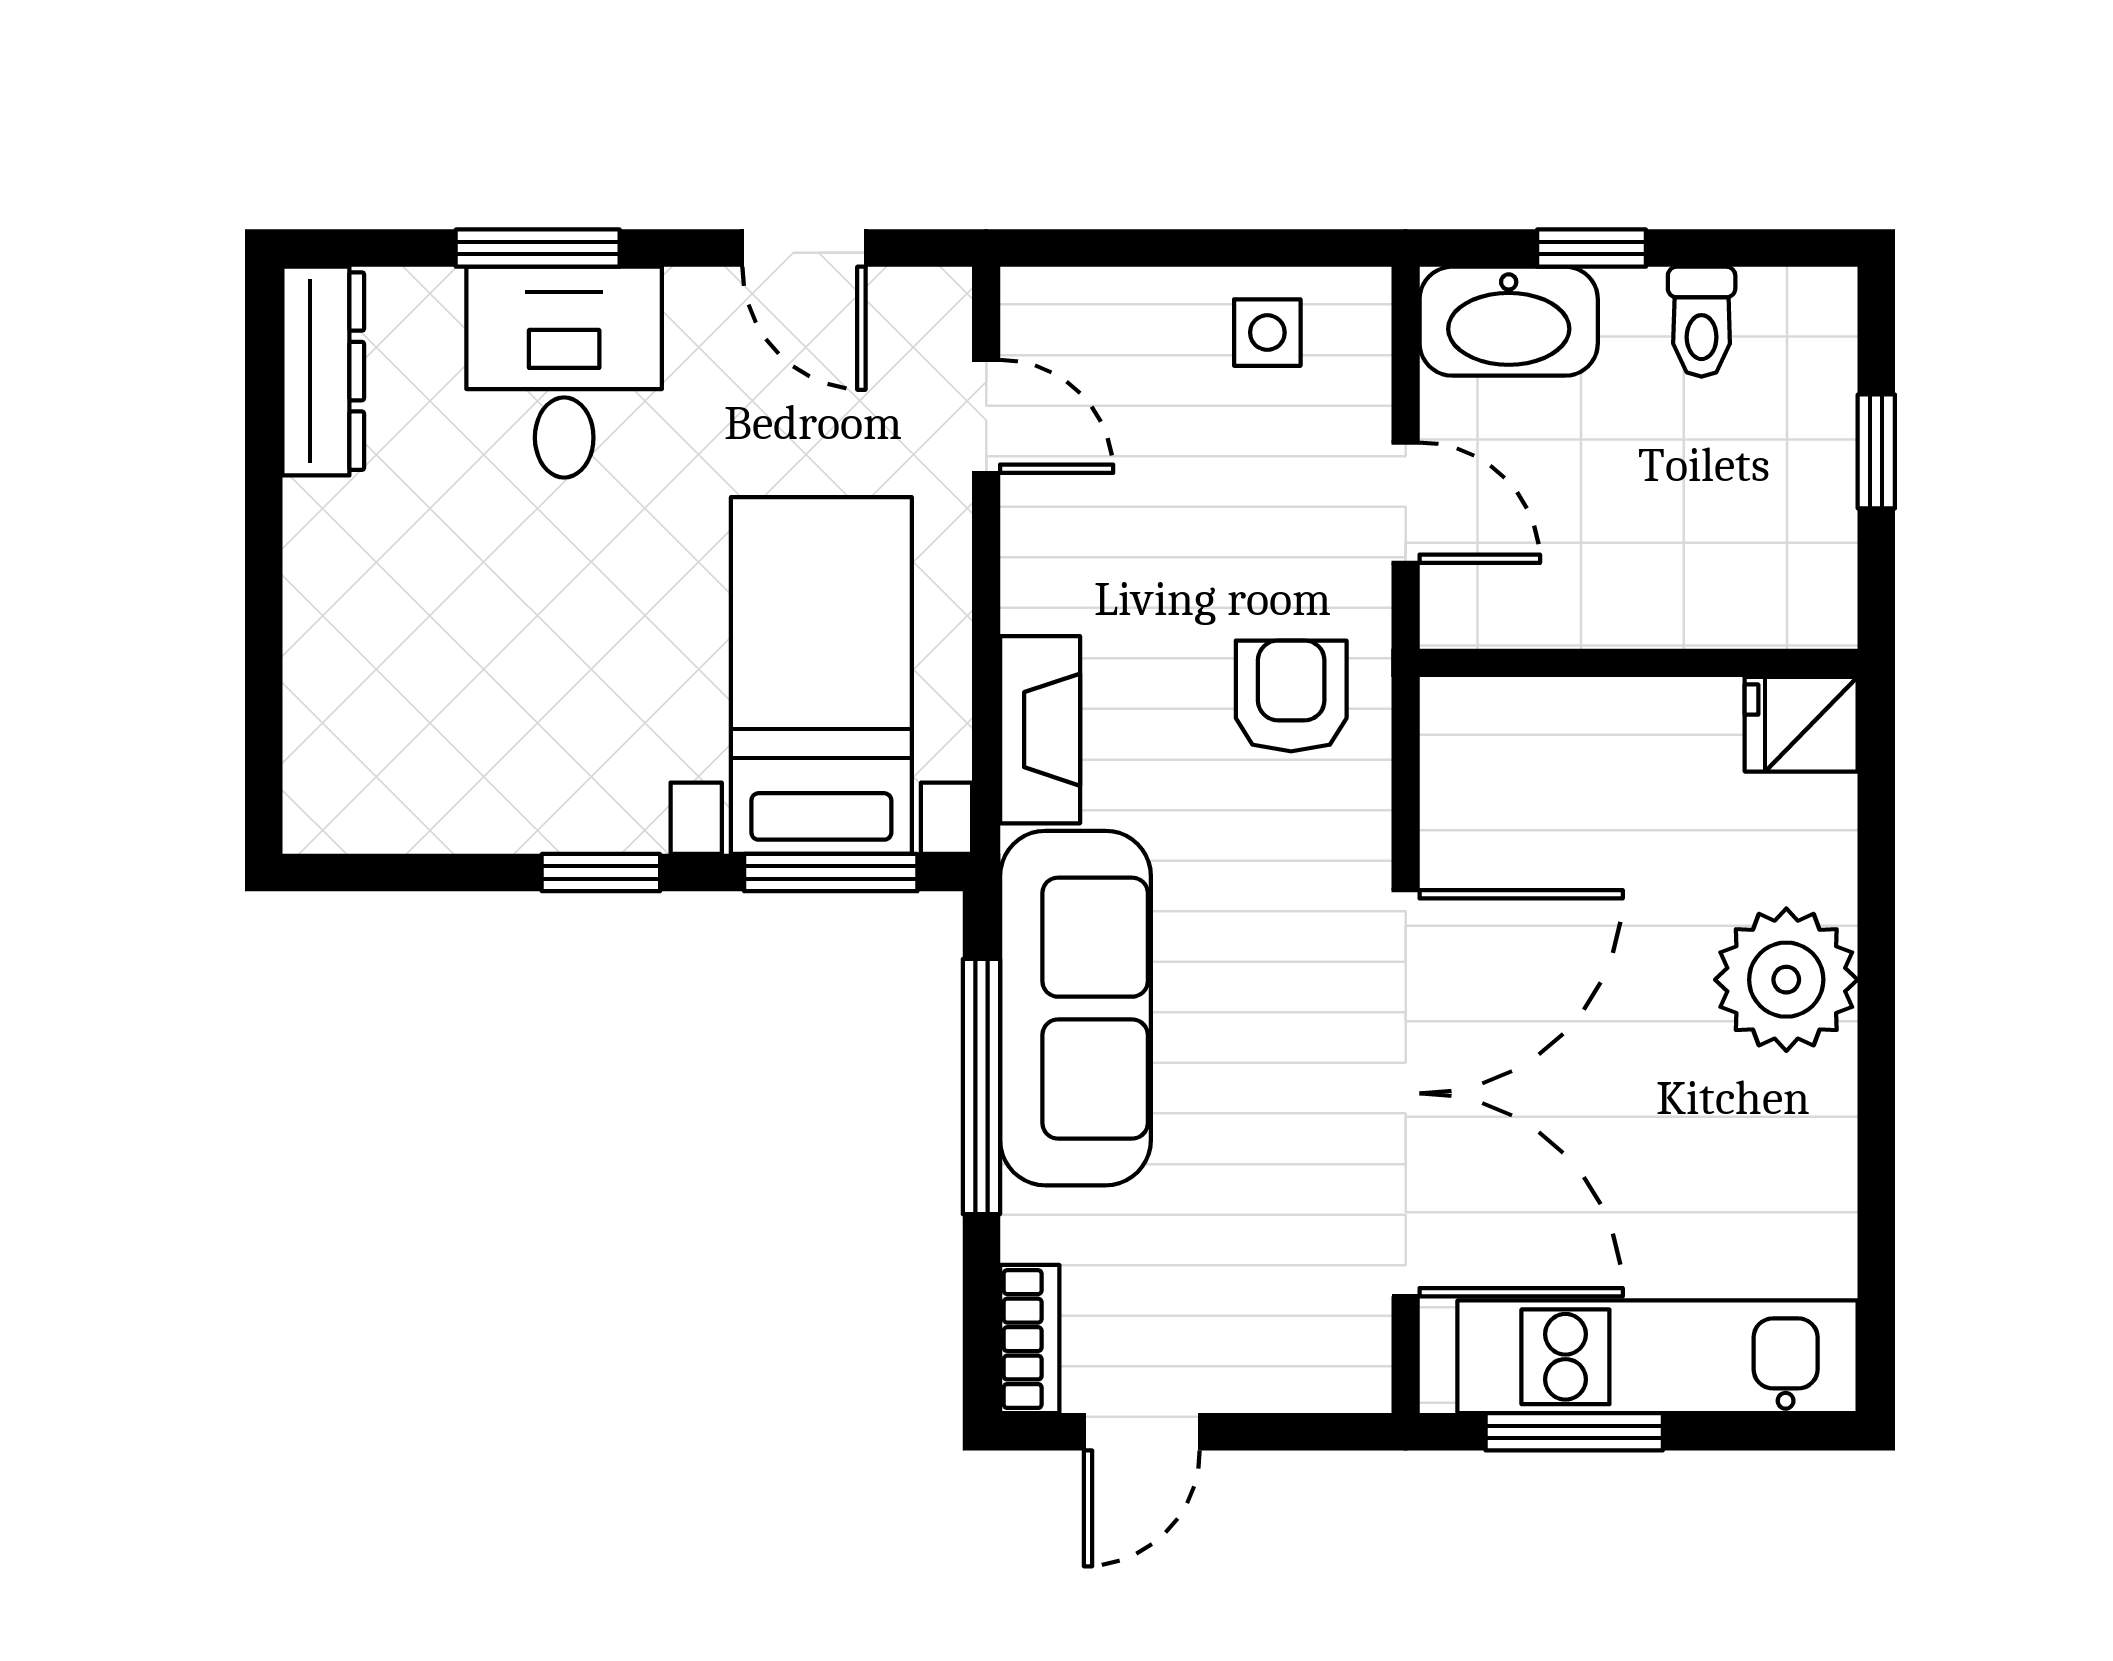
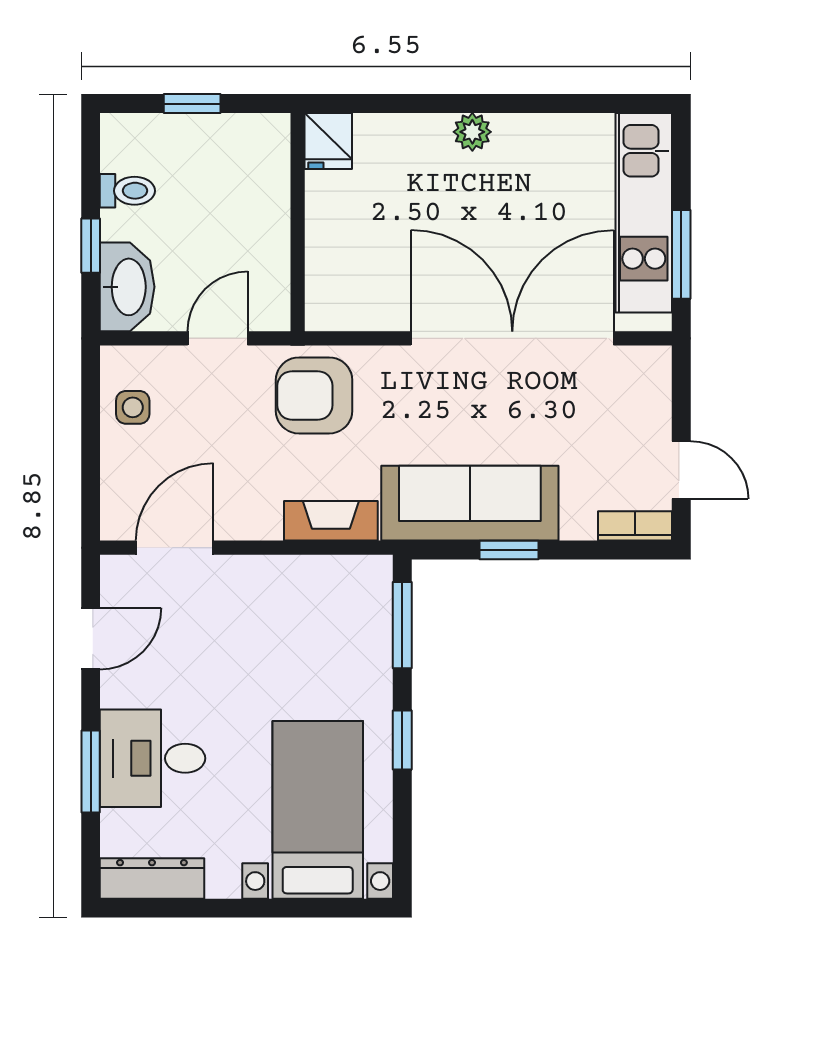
door: (986, 416) -> (175, 548), width x1.38
bed with nightstands: (821, 675) -> (318, 810), moved, turned 90
armchair: (1291, 696) -> (314, 395), width x1.38, depth x1.38
plant: (1786, 980) -> (472, 132), width x0.53, depth x0.53
window: (981, 1087) -> (509, 550), width x0.46

